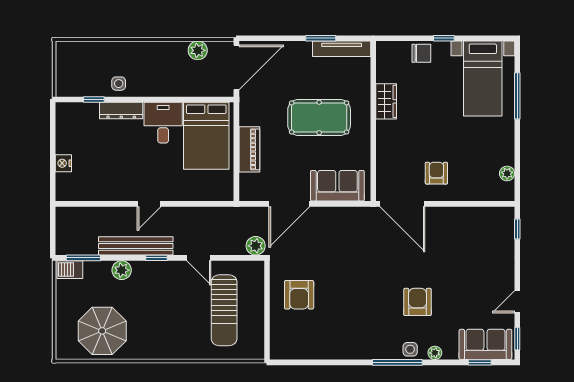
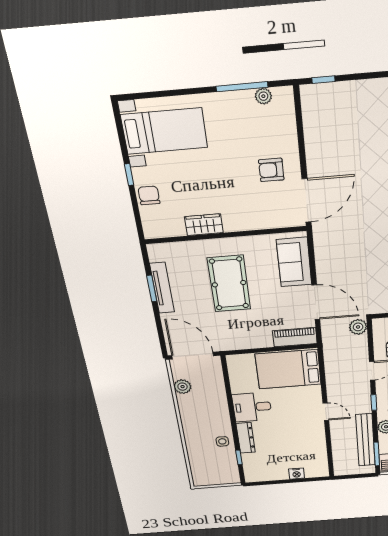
tv unit: (342, 49) -> (162, 288), moved
window: (517, 96) -> (242, 87), moved
bed: (206, 136) -> (288, 369), moved, turned 180
piano: (249, 149) -> (295, 337), moved
bench: (136, 246) -> (365, 440), moved

